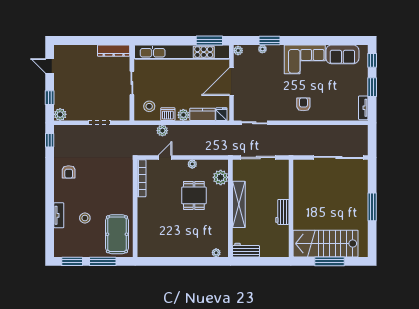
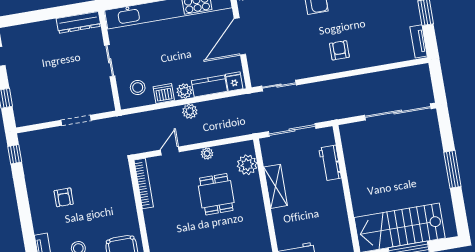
plant: (60, 114) -> (23, 118), removed
plant: (162, 131) -> (190, 111), moved
armchair: (69, 172) -> (64, 197), moved
shelving: (239, 204) -> (276, 186), width x0.68
workbench: (282, 212) -> (330, 163), moved

